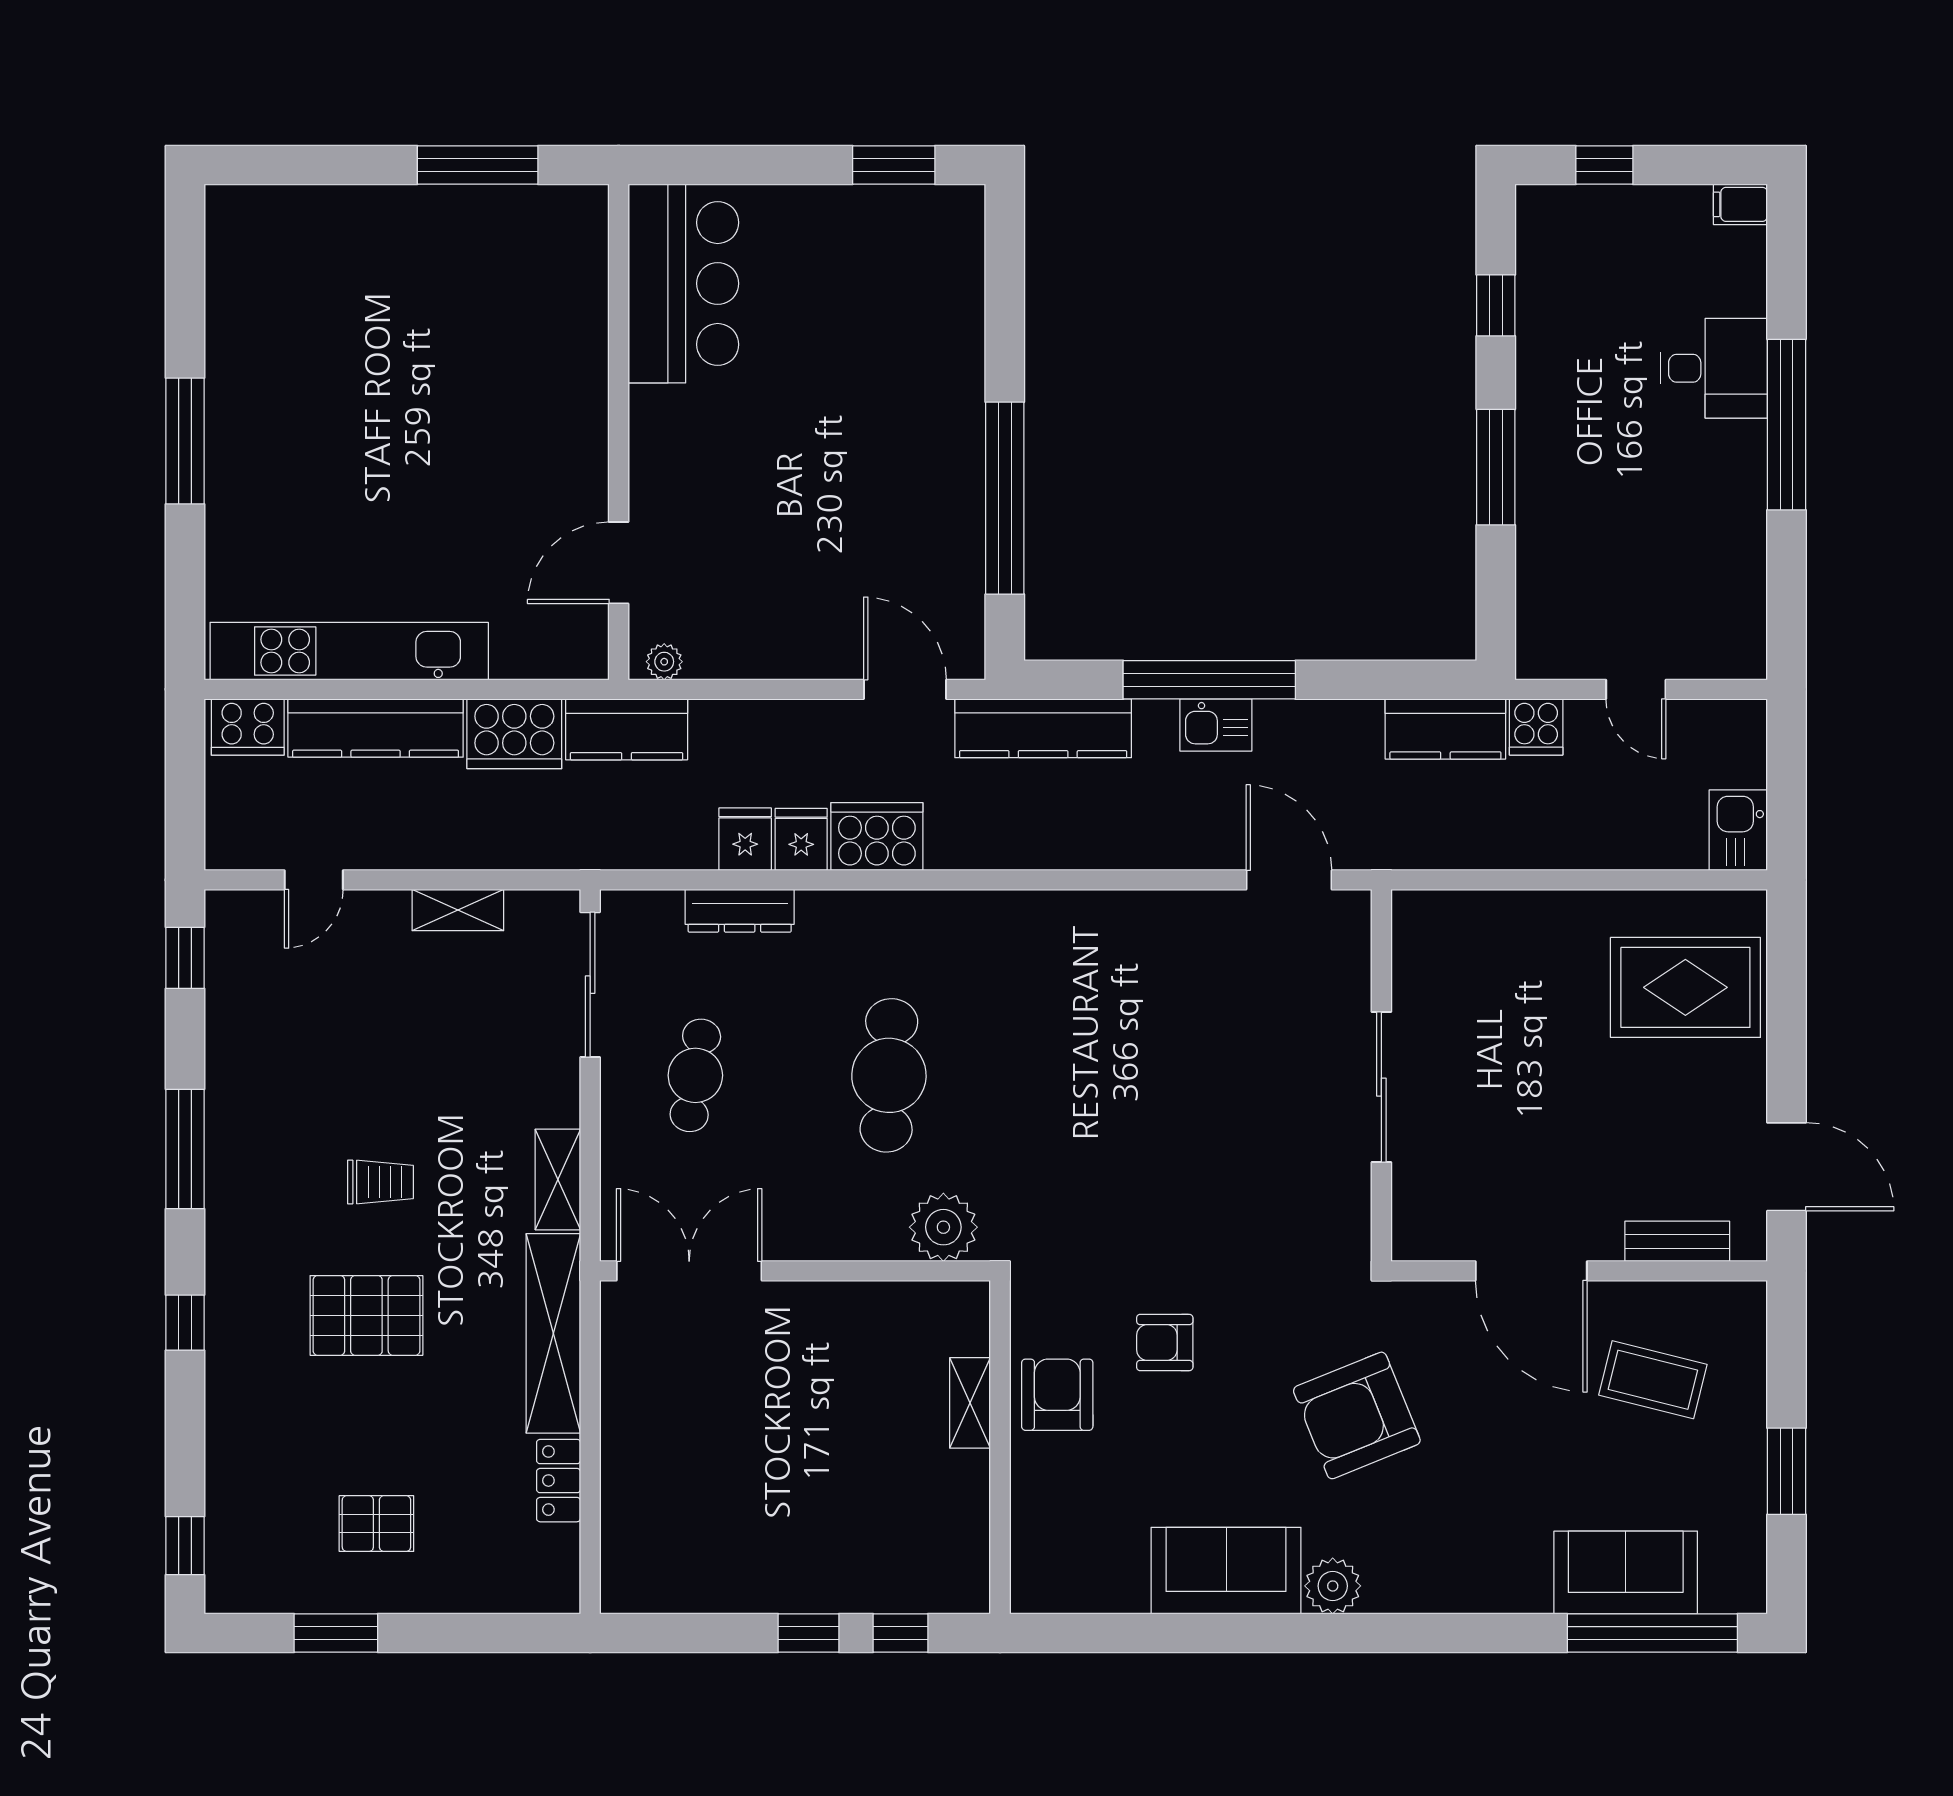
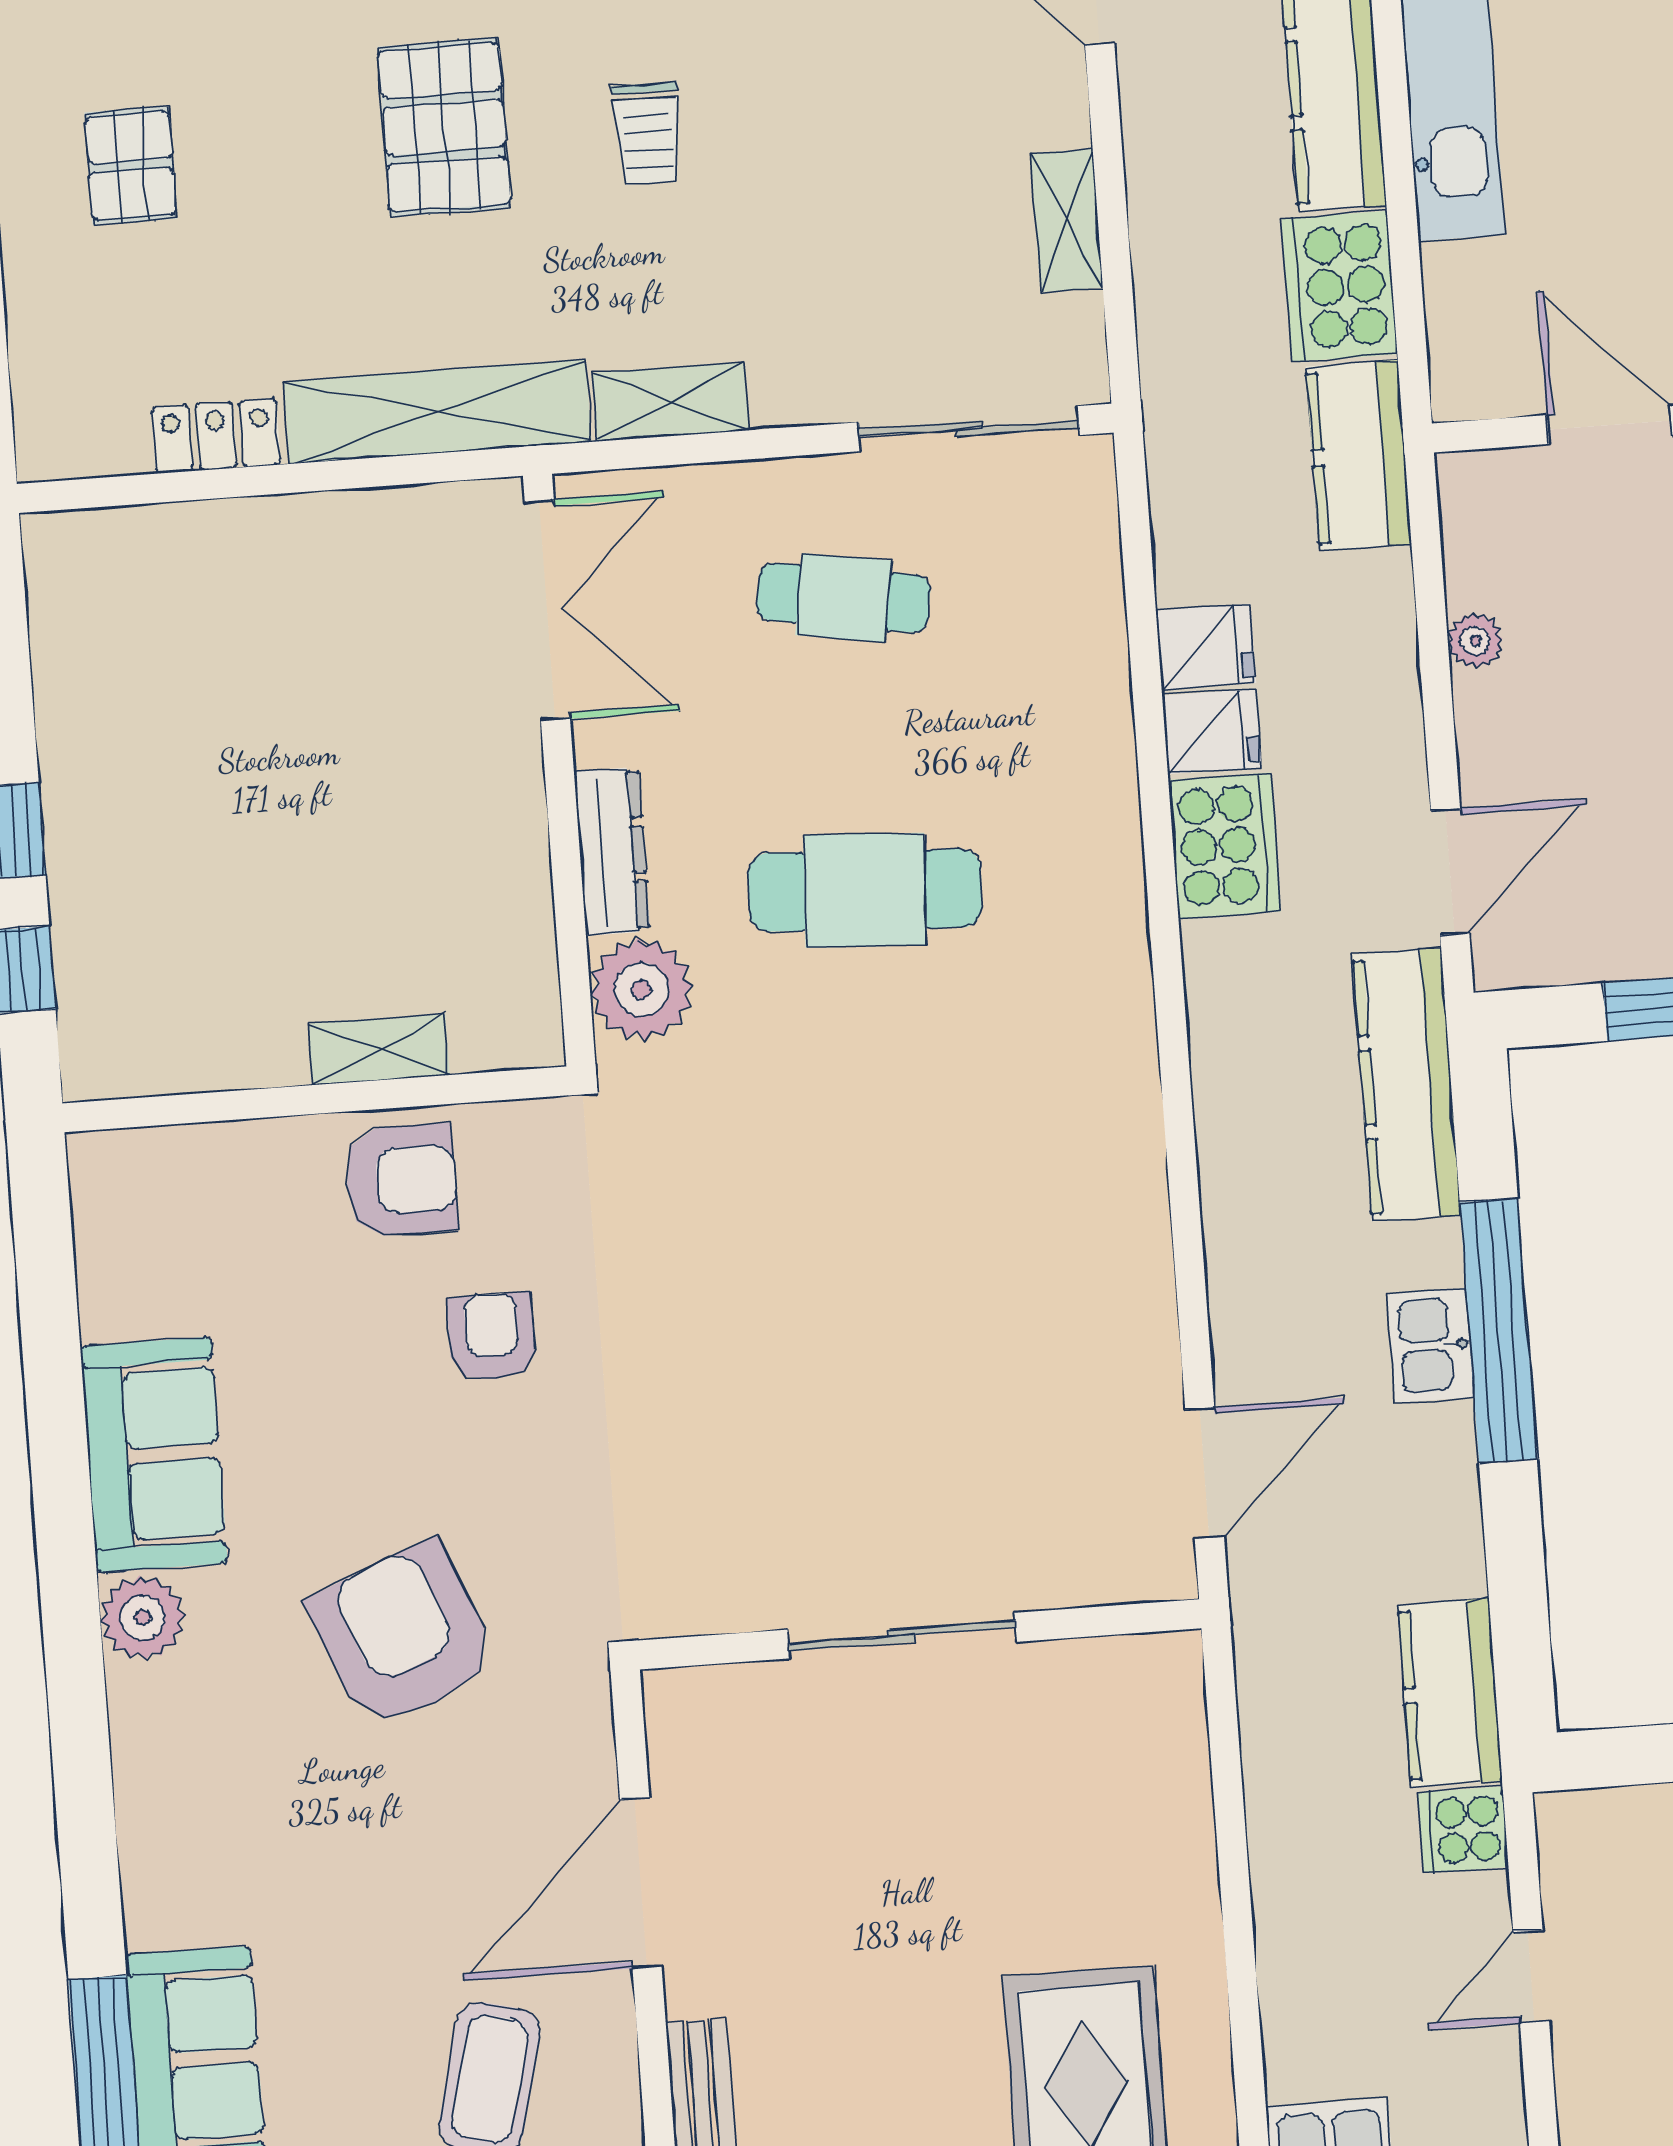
plant: (664, 662) -> (1475, 641), moved
dresser: (740, 911) -> (612, 851), moved, turned 180

